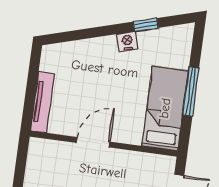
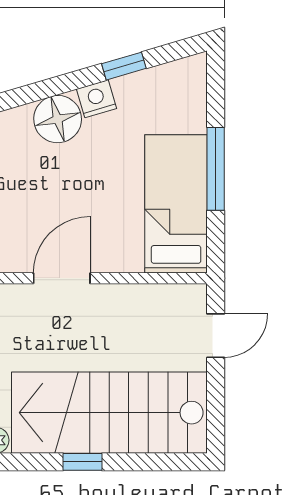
floor lamp: (103, 50) -> (58, 119), added

